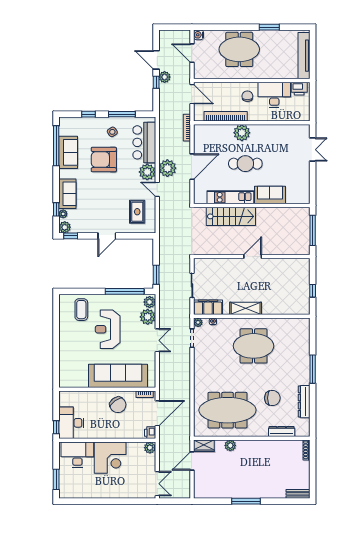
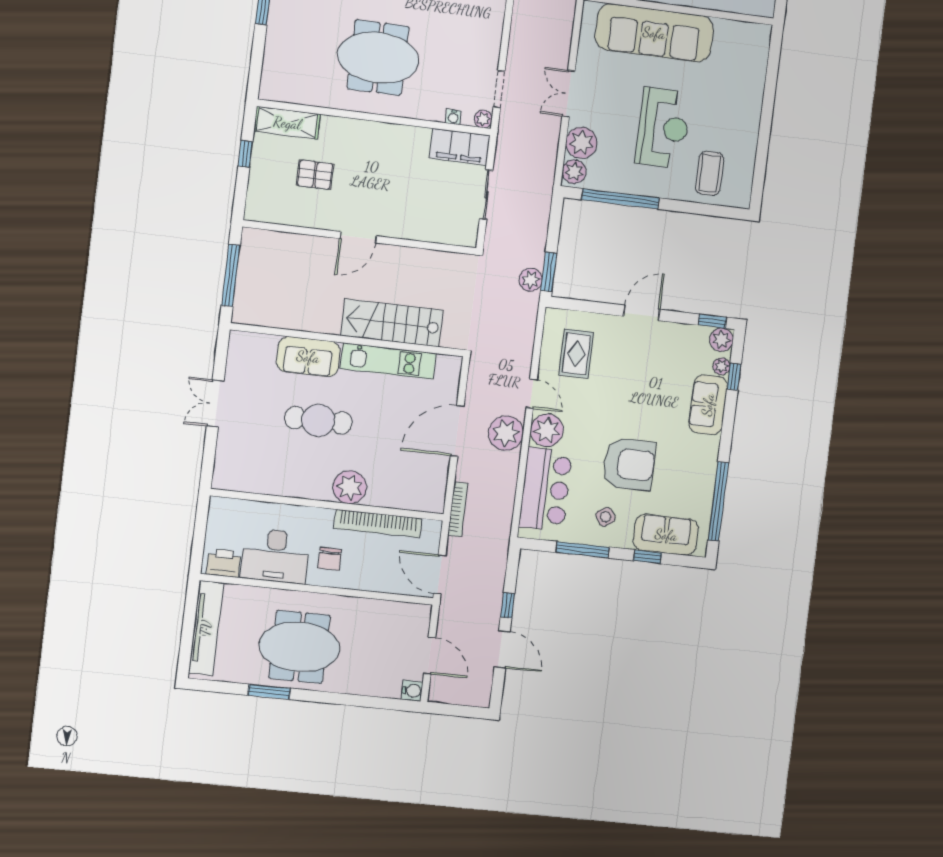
meeting table: (239, 49) -> (299, 647), moved
plant: (165, 77) -> (531, 280), moved
double door: (313, 150) -> (215, 404), moved
sofa: (68, 152) -> (666, 535), moved, turned 90
cafe table: (245, 164) -> (318, 420), moved
window: (156, 275) -> (549, 272), moved
pallet: (277, 285) -> (315, 175), added
shelving: (246, 308) -> (287, 123), moved

